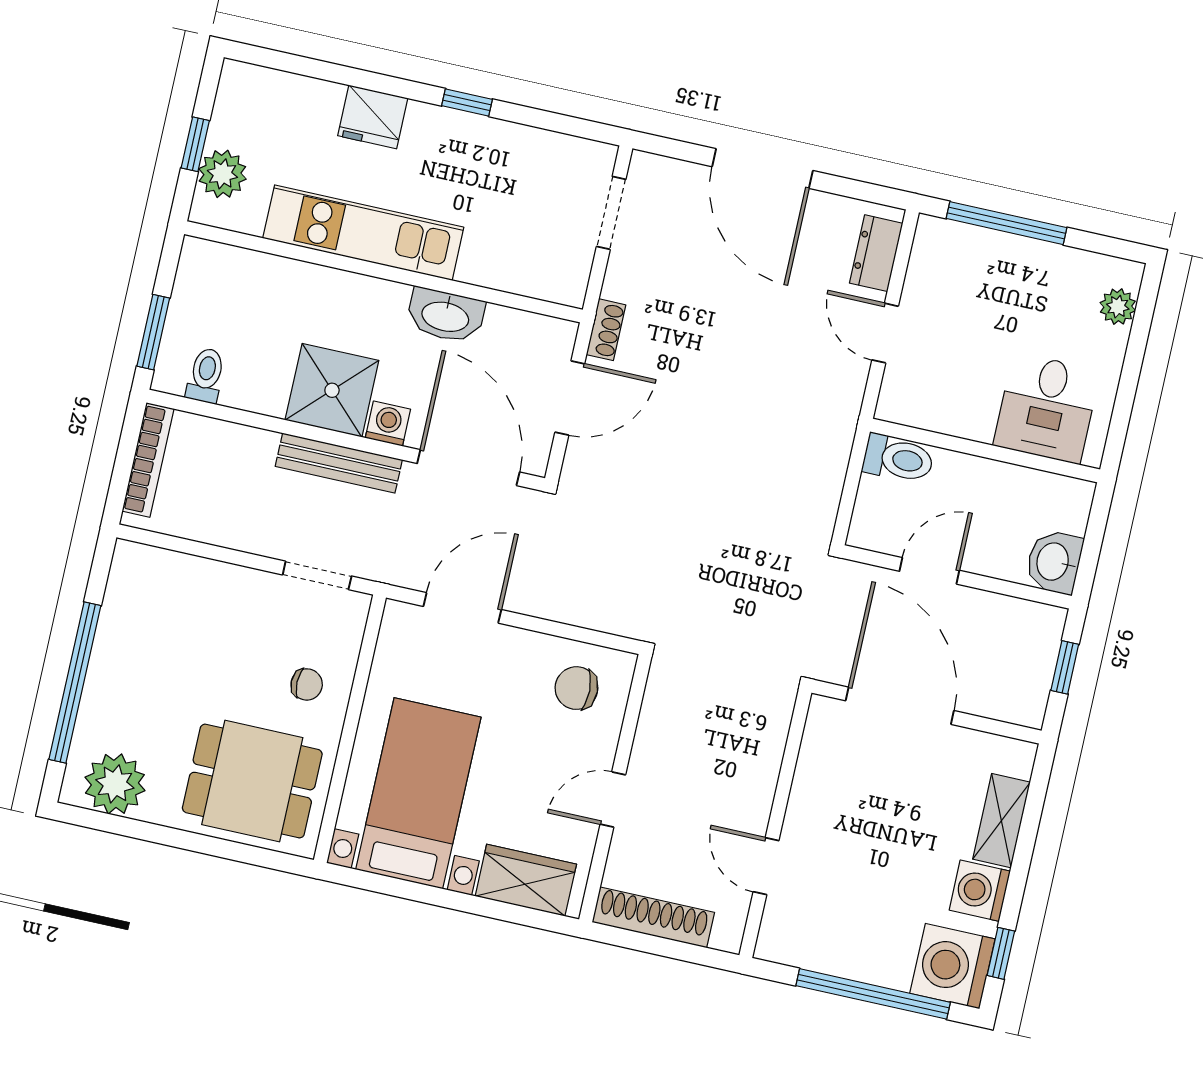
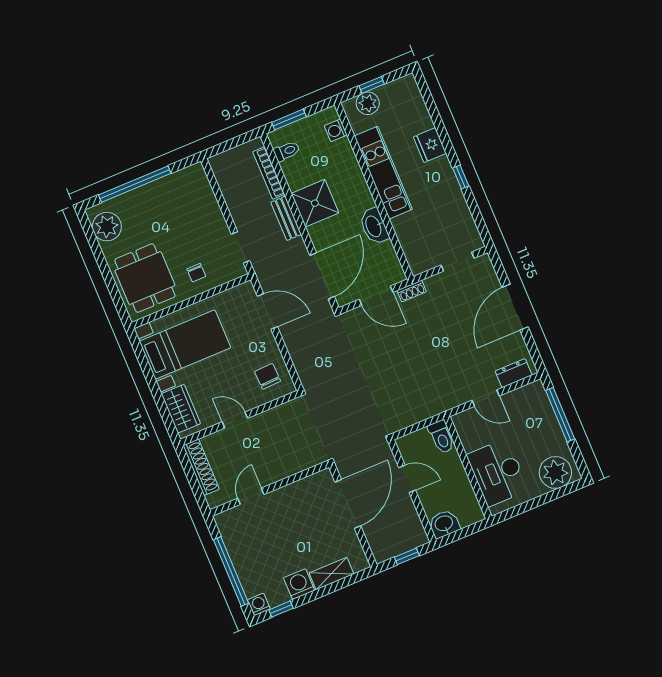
plant: (1118, 307) -> (555, 473), width x1.87, depth x1.87
door: (885, 333) -> (486, 398), swing flipped
desk: (1047, 408) -> (498, 472), width x1.37
washing machine: (388, 424) -> (336, 130), moved, turned 180
bookcase: (148, 460) -> (269, 173), moved, turned 90
bench: (339, 463) -> (286, 218), width x0.73
washing machine: (952, 966) -> (259, 604), width x0.53, depth x0.53

